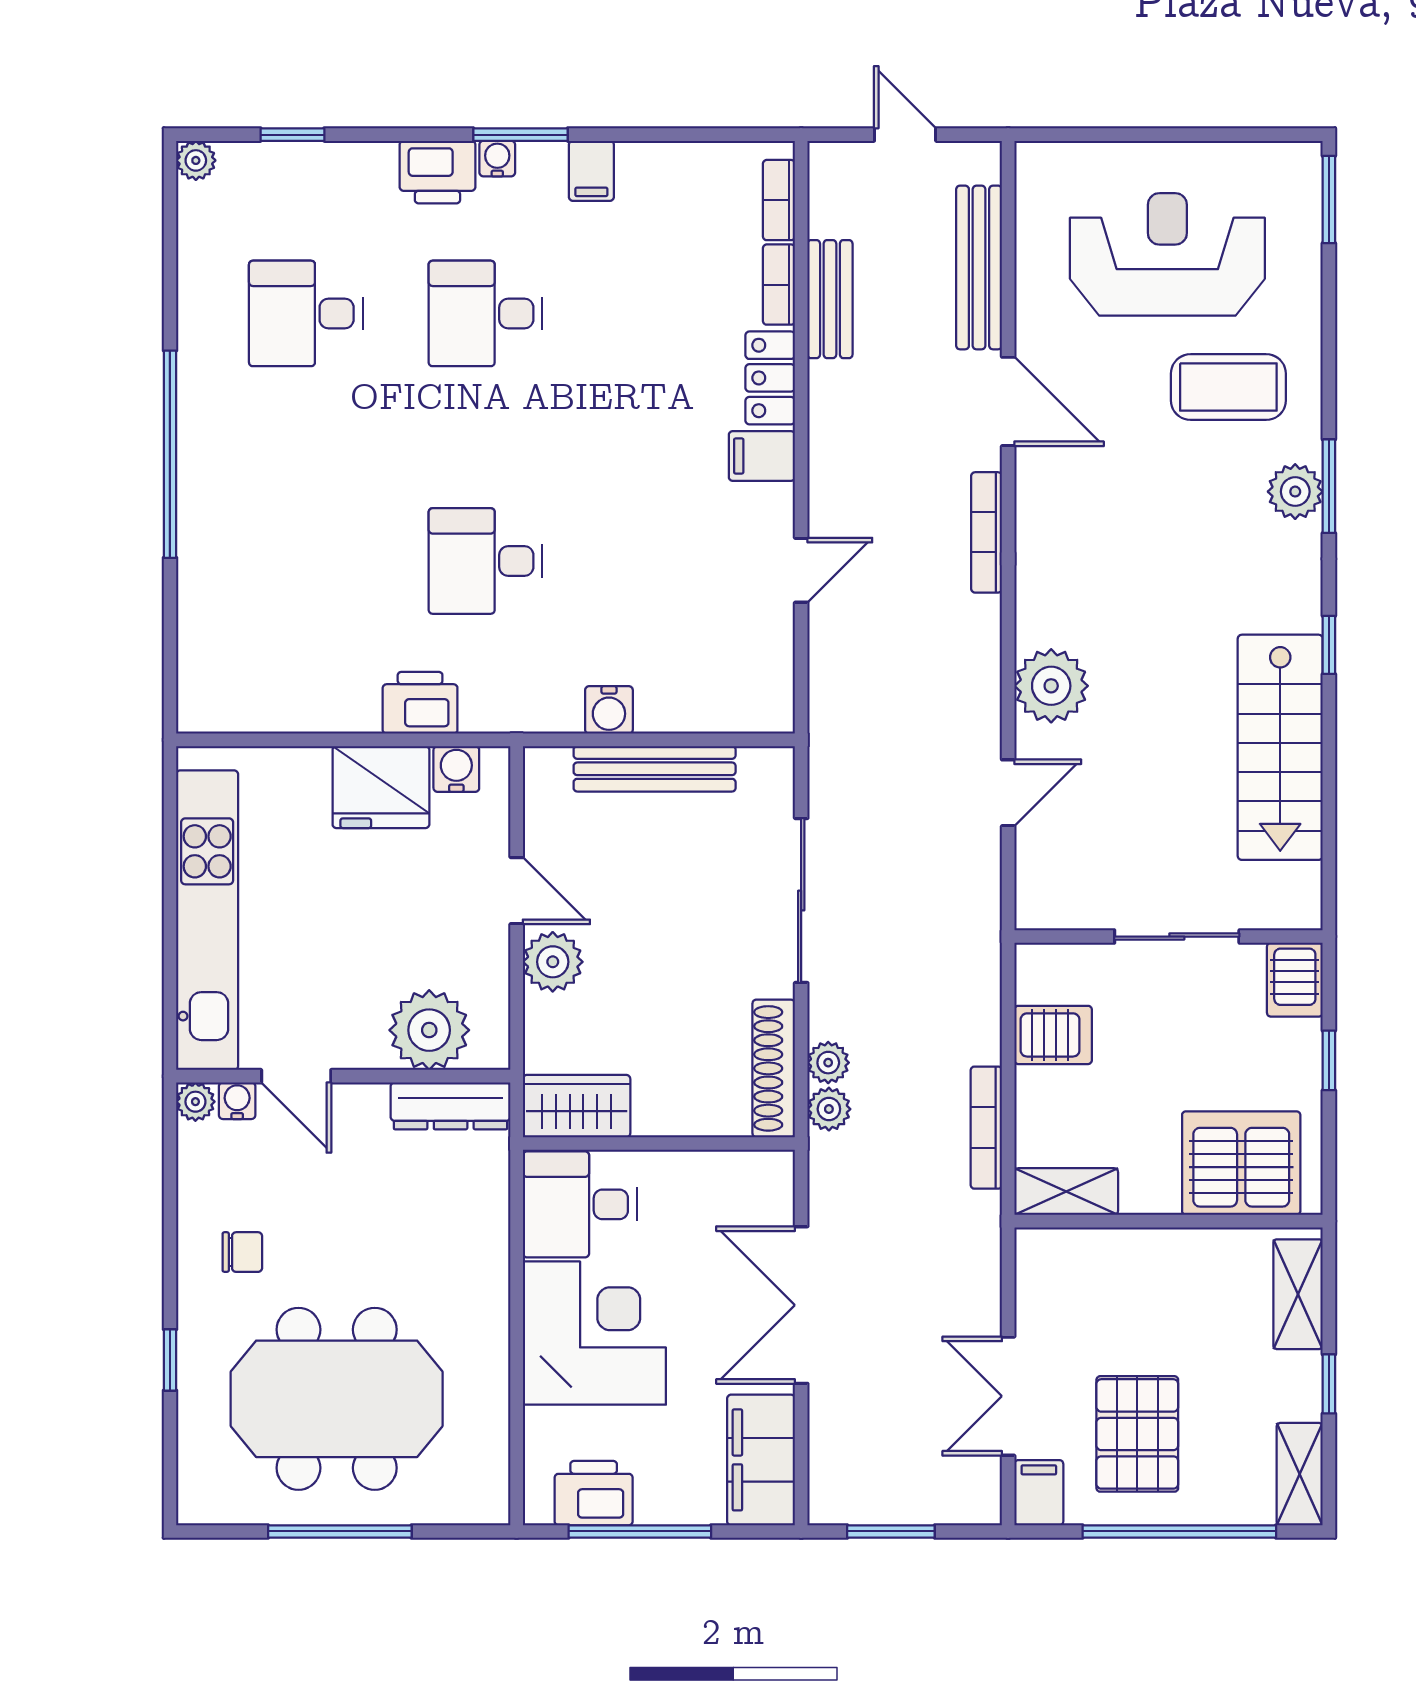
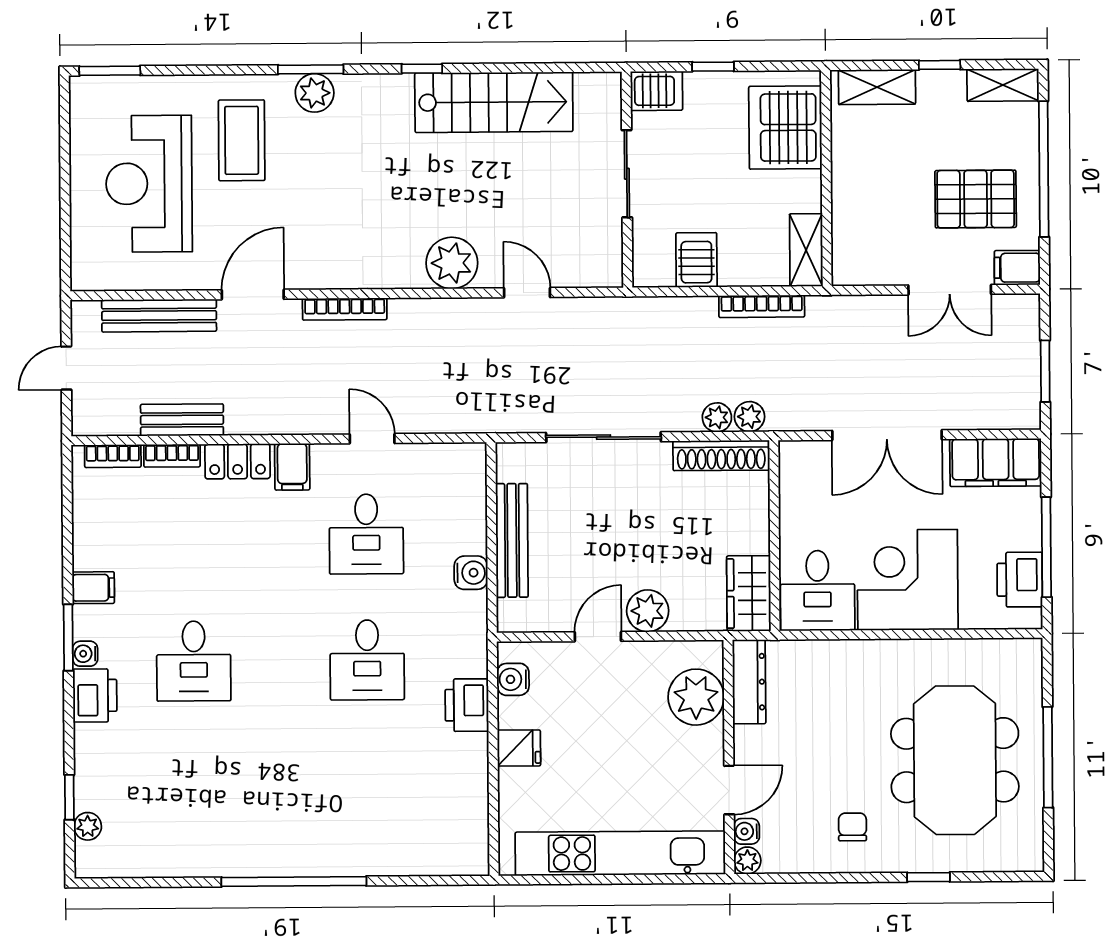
plant: (196, 160) -> (88, 826), moved
desk: (306, 313) -> (366, 534), moved
fridge: (381, 787) -> (519, 748), width x0.53, depth x0.75

